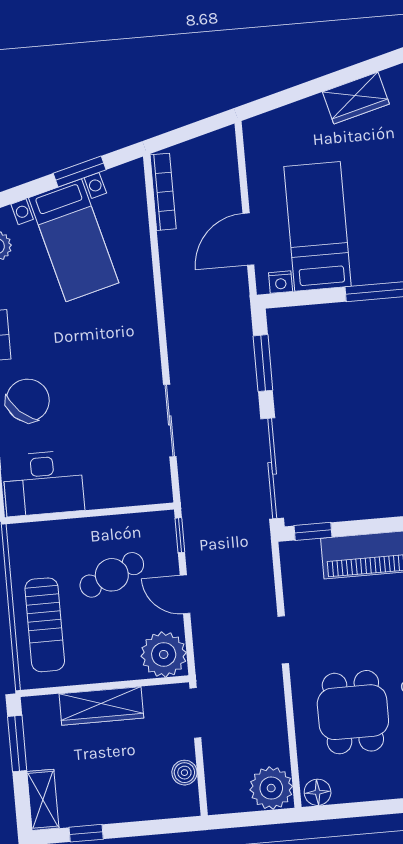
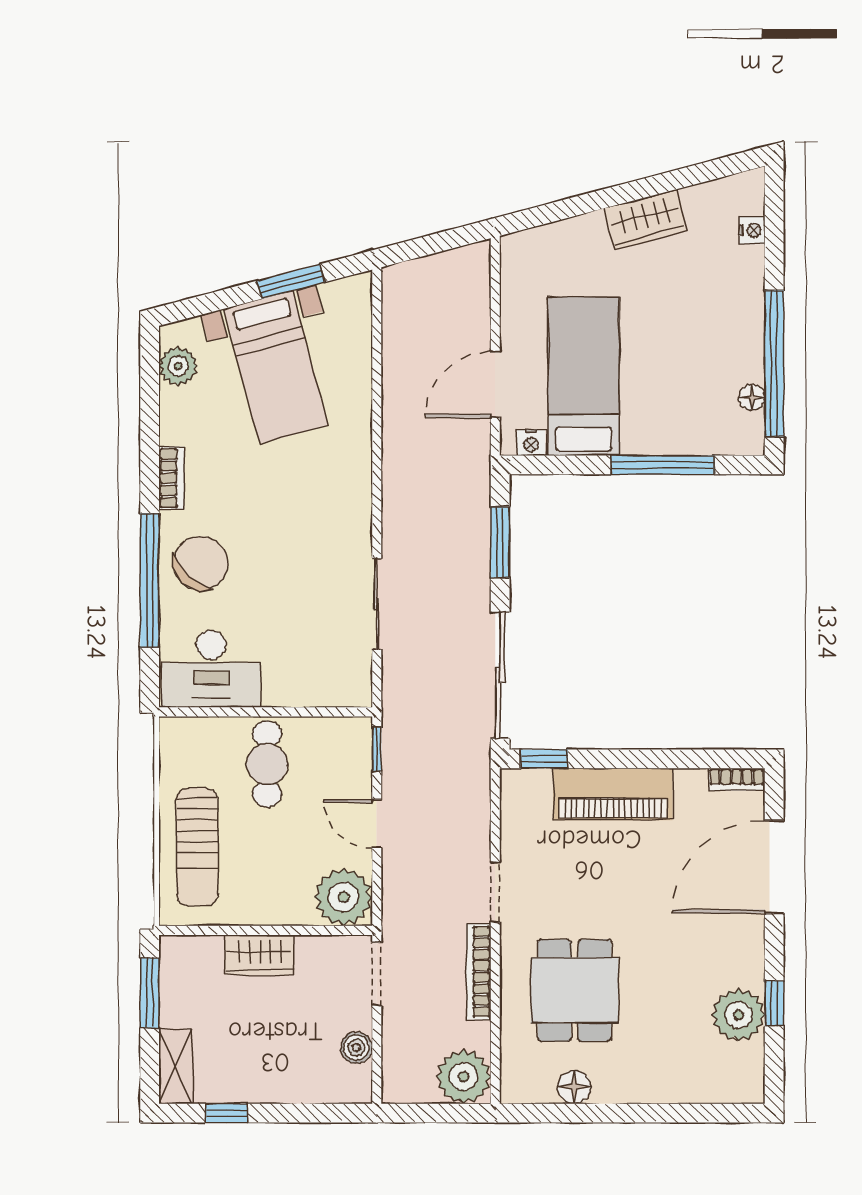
bookcase: (163, 192) -> (479, 972), moved, turned 180
cafe table: (112, 575) -> (267, 764), moved, turned -67
wardrobe: (101, 706) -> (260, 955), width x0.67
floor lamp: (318, 792) -> (574, 1087), moved

